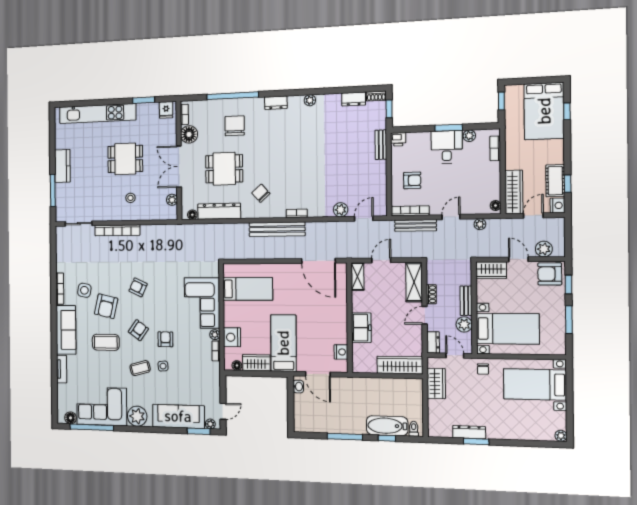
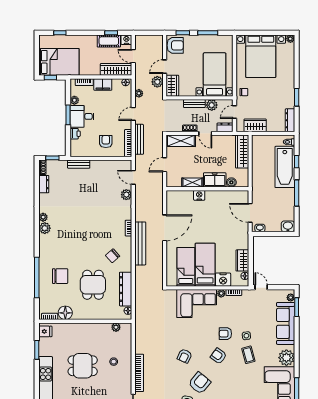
dresser: (276, 103) -> (44, 243), removed
plant: (296, 103) -> (45, 228), added
bed: (544, 111) -> (59, 62), moved
chair: (235, 126) -> (60, 276), turned 180
printer: (398, 139) -> (75, 134), moved
dining table: (125, 159) -> (83, 366), turned 90
double door: (179, 167) -> (90, 321), removed
filing cabinet: (492, 174) -> (103, 84), added
door: (451, 217) -> (133, 114), hinge flipped
plant: (544, 249) -> (157, 82), moved
door: (381, 260) -> (165, 165), hinge flipped
door: (318, 261) -> (165, 228), moved
armchair: (550, 274) -> (175, 45), turned -90
shelving: (357, 277) -> (192, 182), moved
armchair: (106, 306) -> (200, 383), turned -64
coffee table: (106, 342) -> (228, 384), removed
bed: (283, 343) -> (205, 265), moved, turned 90
boiler: (358, 350) -> (231, 182), added
nightstand: (341, 352) -> (199, 195), moved
door: (318, 374) -> (250, 213), swing flipped
bed with nightstands: (535, 384) -> (261, 56), width x1.36
door: (223, 411) -> (261, 287), moved
washbasin: (301, 424) -> (288, 226), added
bathtub: (387, 426) -> (285, 167), width x1.36, depth x1.36
dresser: (469, 432) -> (290, 120), moved

